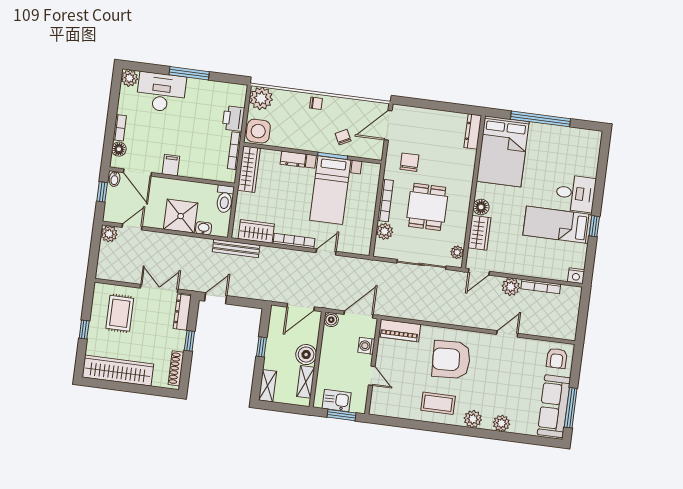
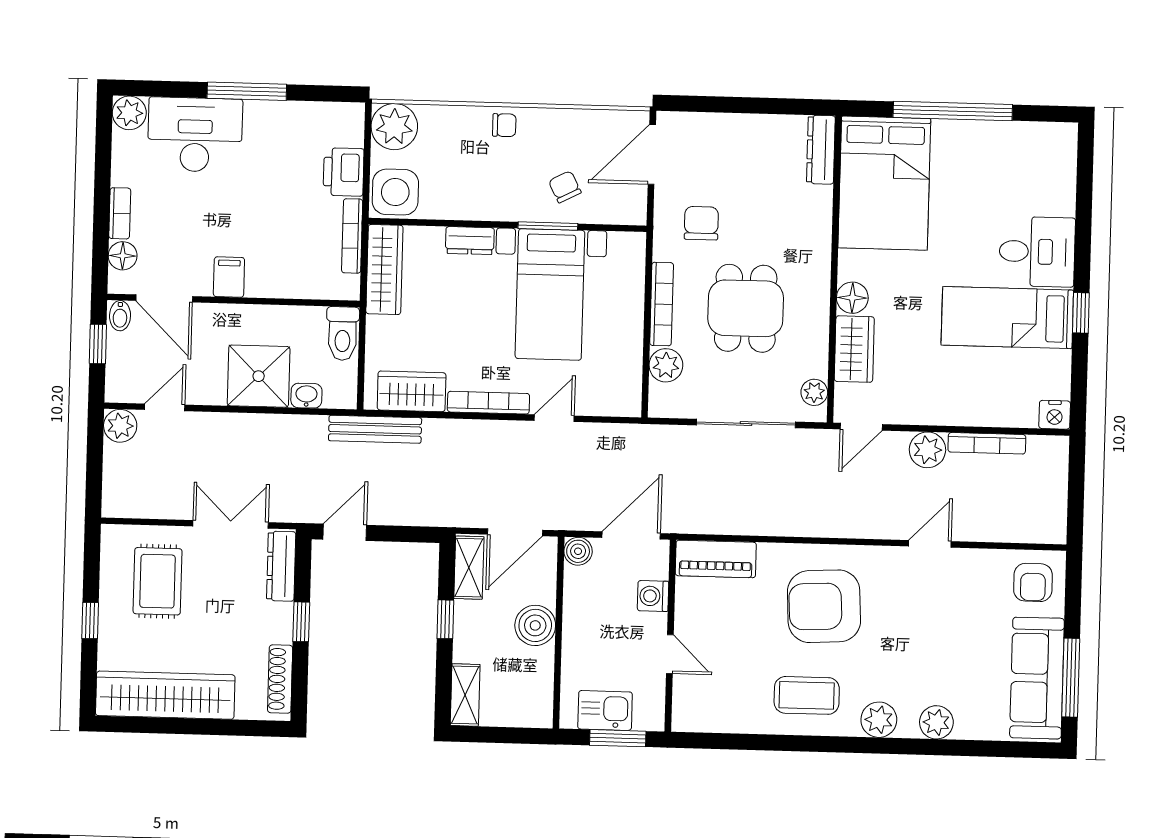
shelving: (306, 382) -> (469, 568), moved

